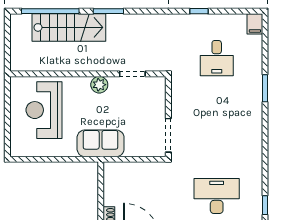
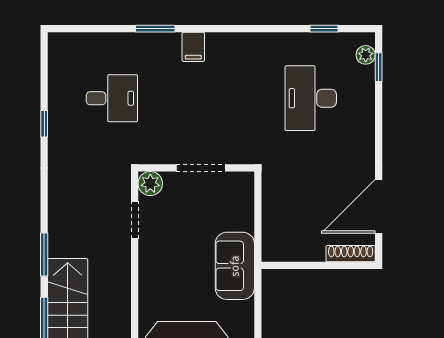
filing cabinet: (255, 24) -> (193, 47), moved, turned 90
plant: (99, 85) -> (150, 184), moved
doorway: (168, 135) -> (201, 168), moved

